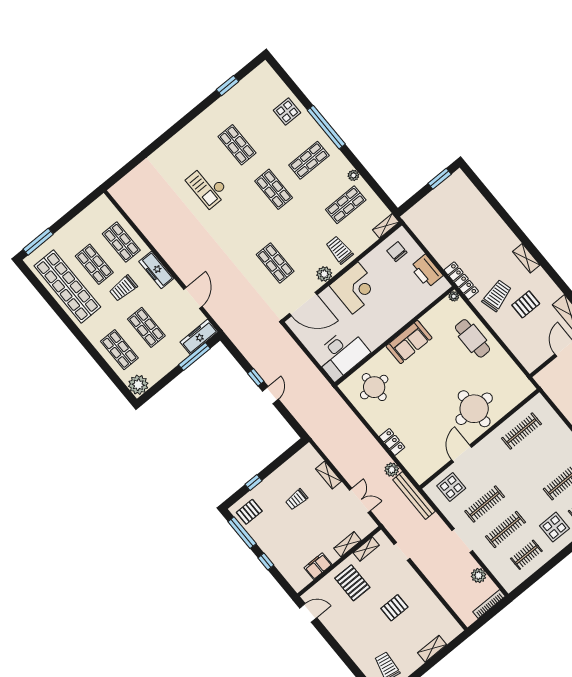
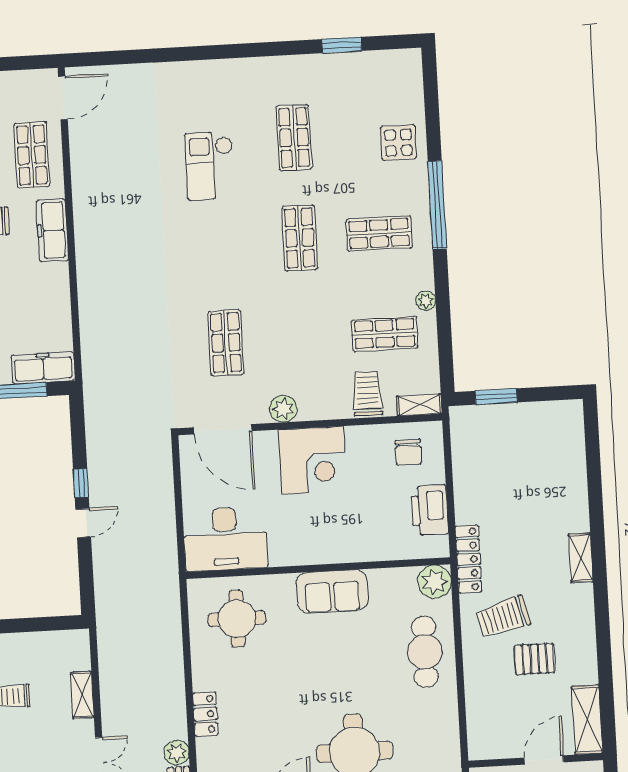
window: (440, 179) -> (496, 397), moved
trolley: (339, 250) -> (367, 393), moved
chair: (397, 252) -> (408, 452), turned 180
shelving: (526, 258) -> (581, 558), moved
plant: (454, 296) -> (435, 582), width x1.87, depth x1.87
trolley: (497, 296) -> (503, 617), turned 180
door: (193, 298) -> (63, 98), moved

